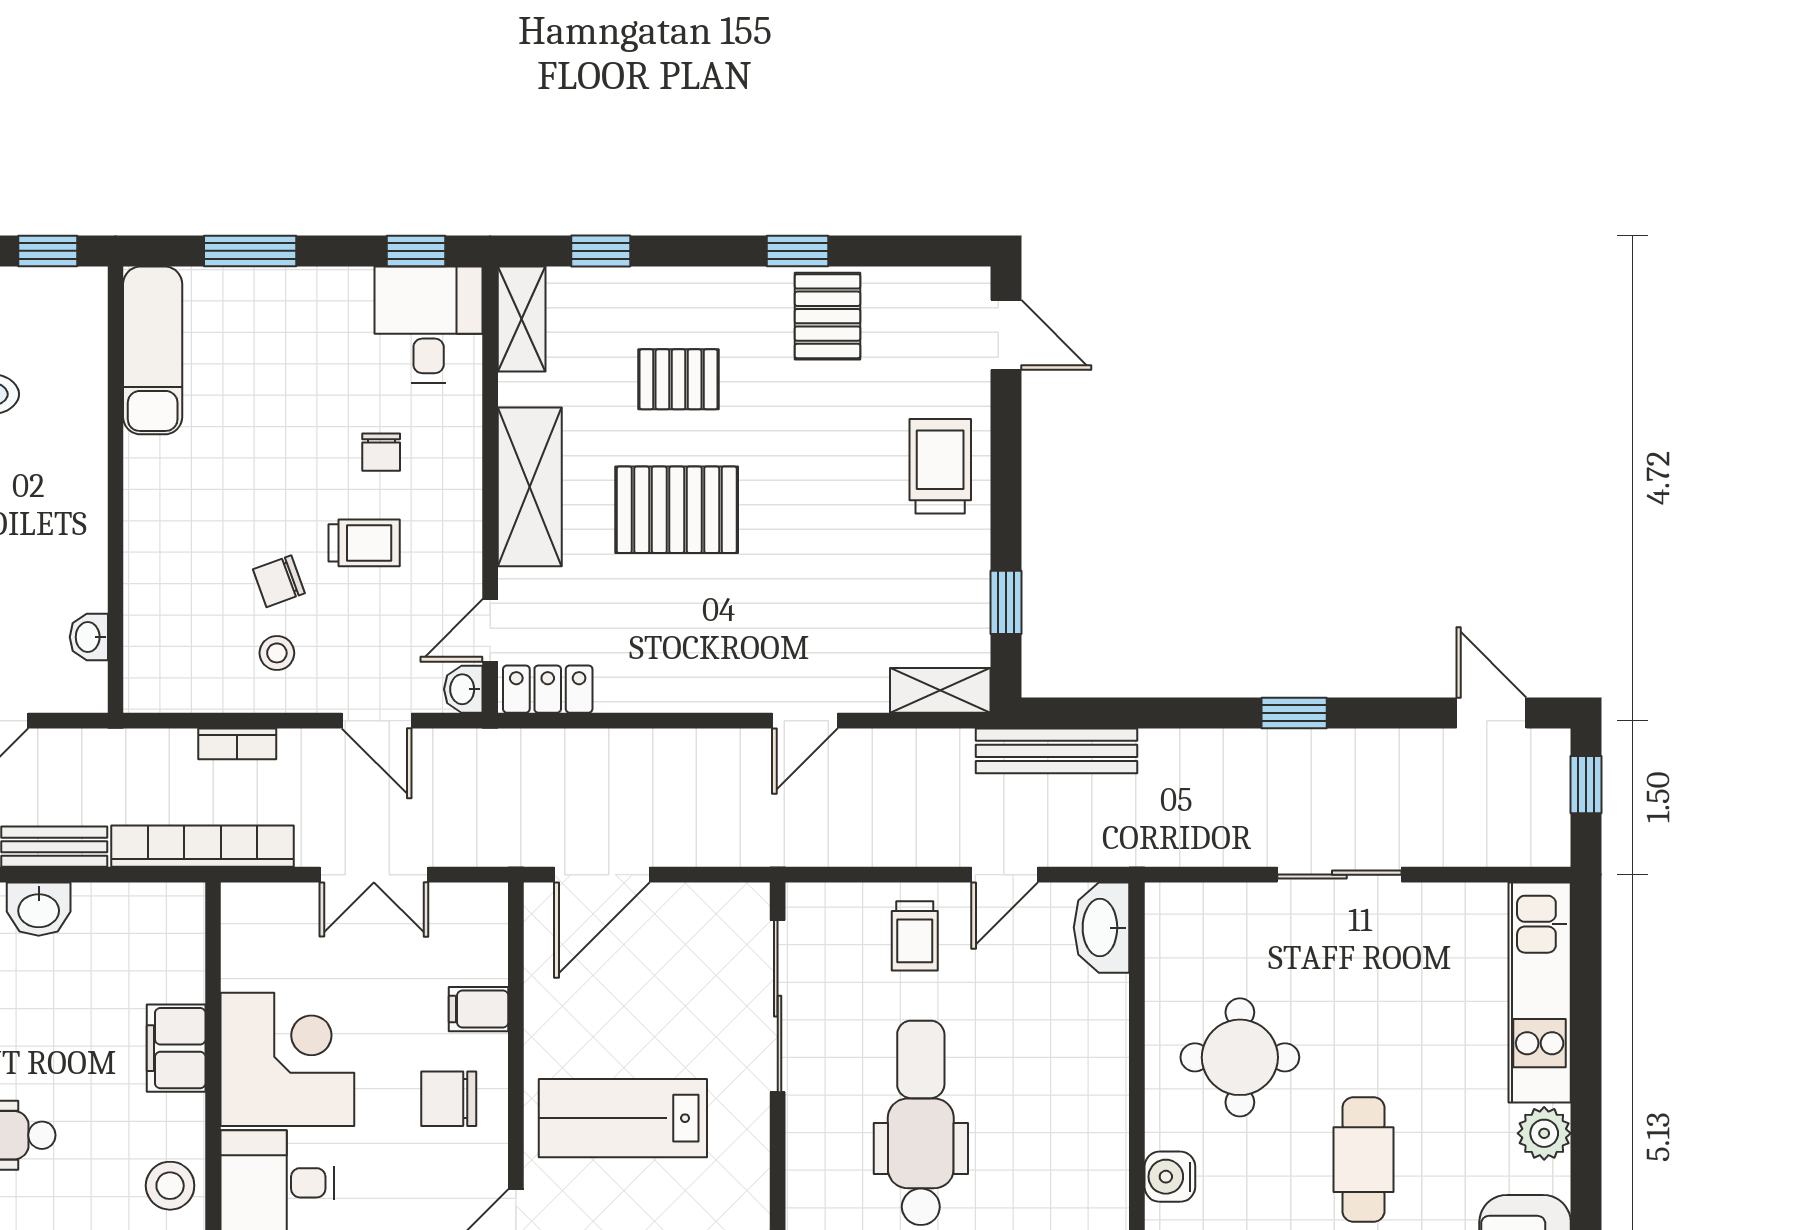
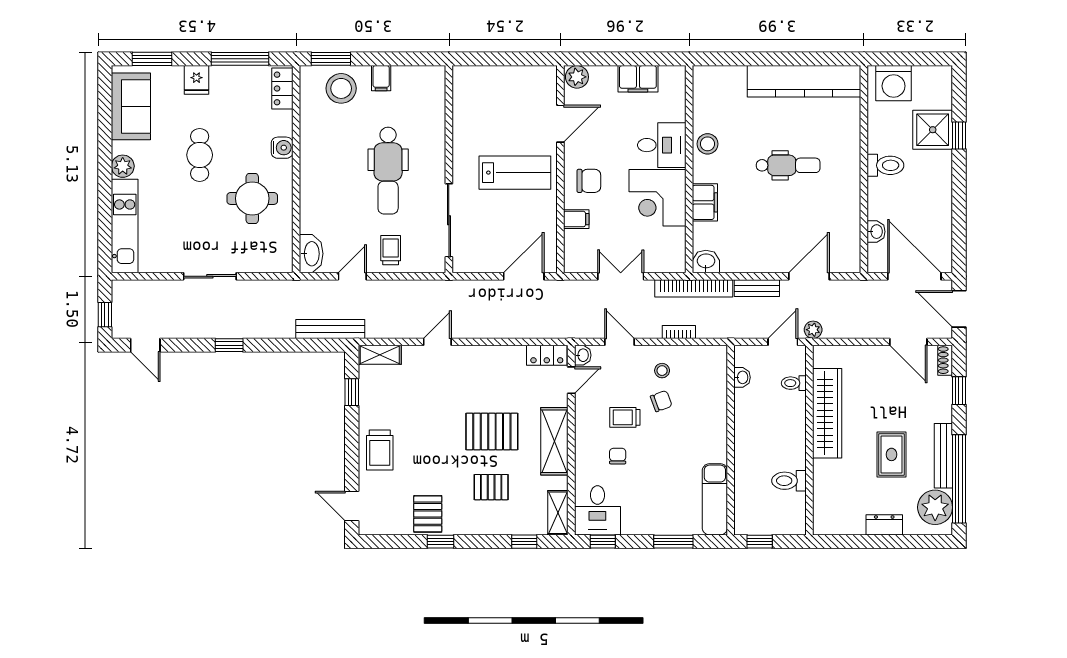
washbasin: (39, 909) -> (706, 262), moved

